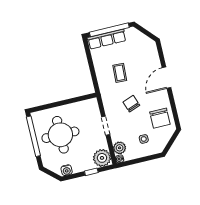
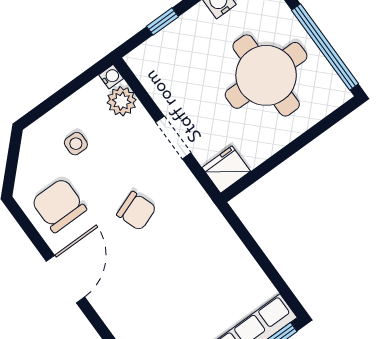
coffee table: (120, 73) -> (191, 269), removed
door: (166, 78) -> (65, 279), moved
fridge: (91, 105) -> (226, 169), added
plant: (102, 158) -> (152, 62), removed

